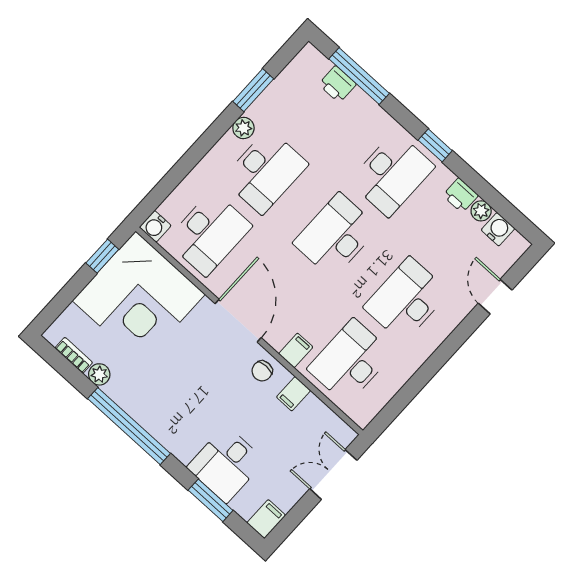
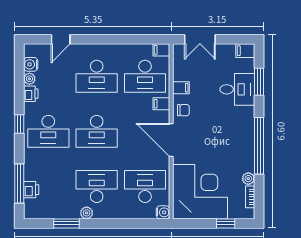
desk: (392, 174) -> (48, 131), turned 180
window: (102, 256) -> (226, 223), moved
door: (238, 321) -> (171, 140), hinge flipped
filing cabinet: (365, 413) -> (161, 50), added

